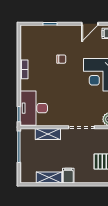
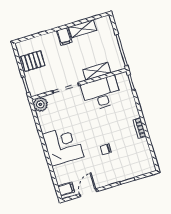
desk: (34, 108) -> (101, 93), moved, turned -90

